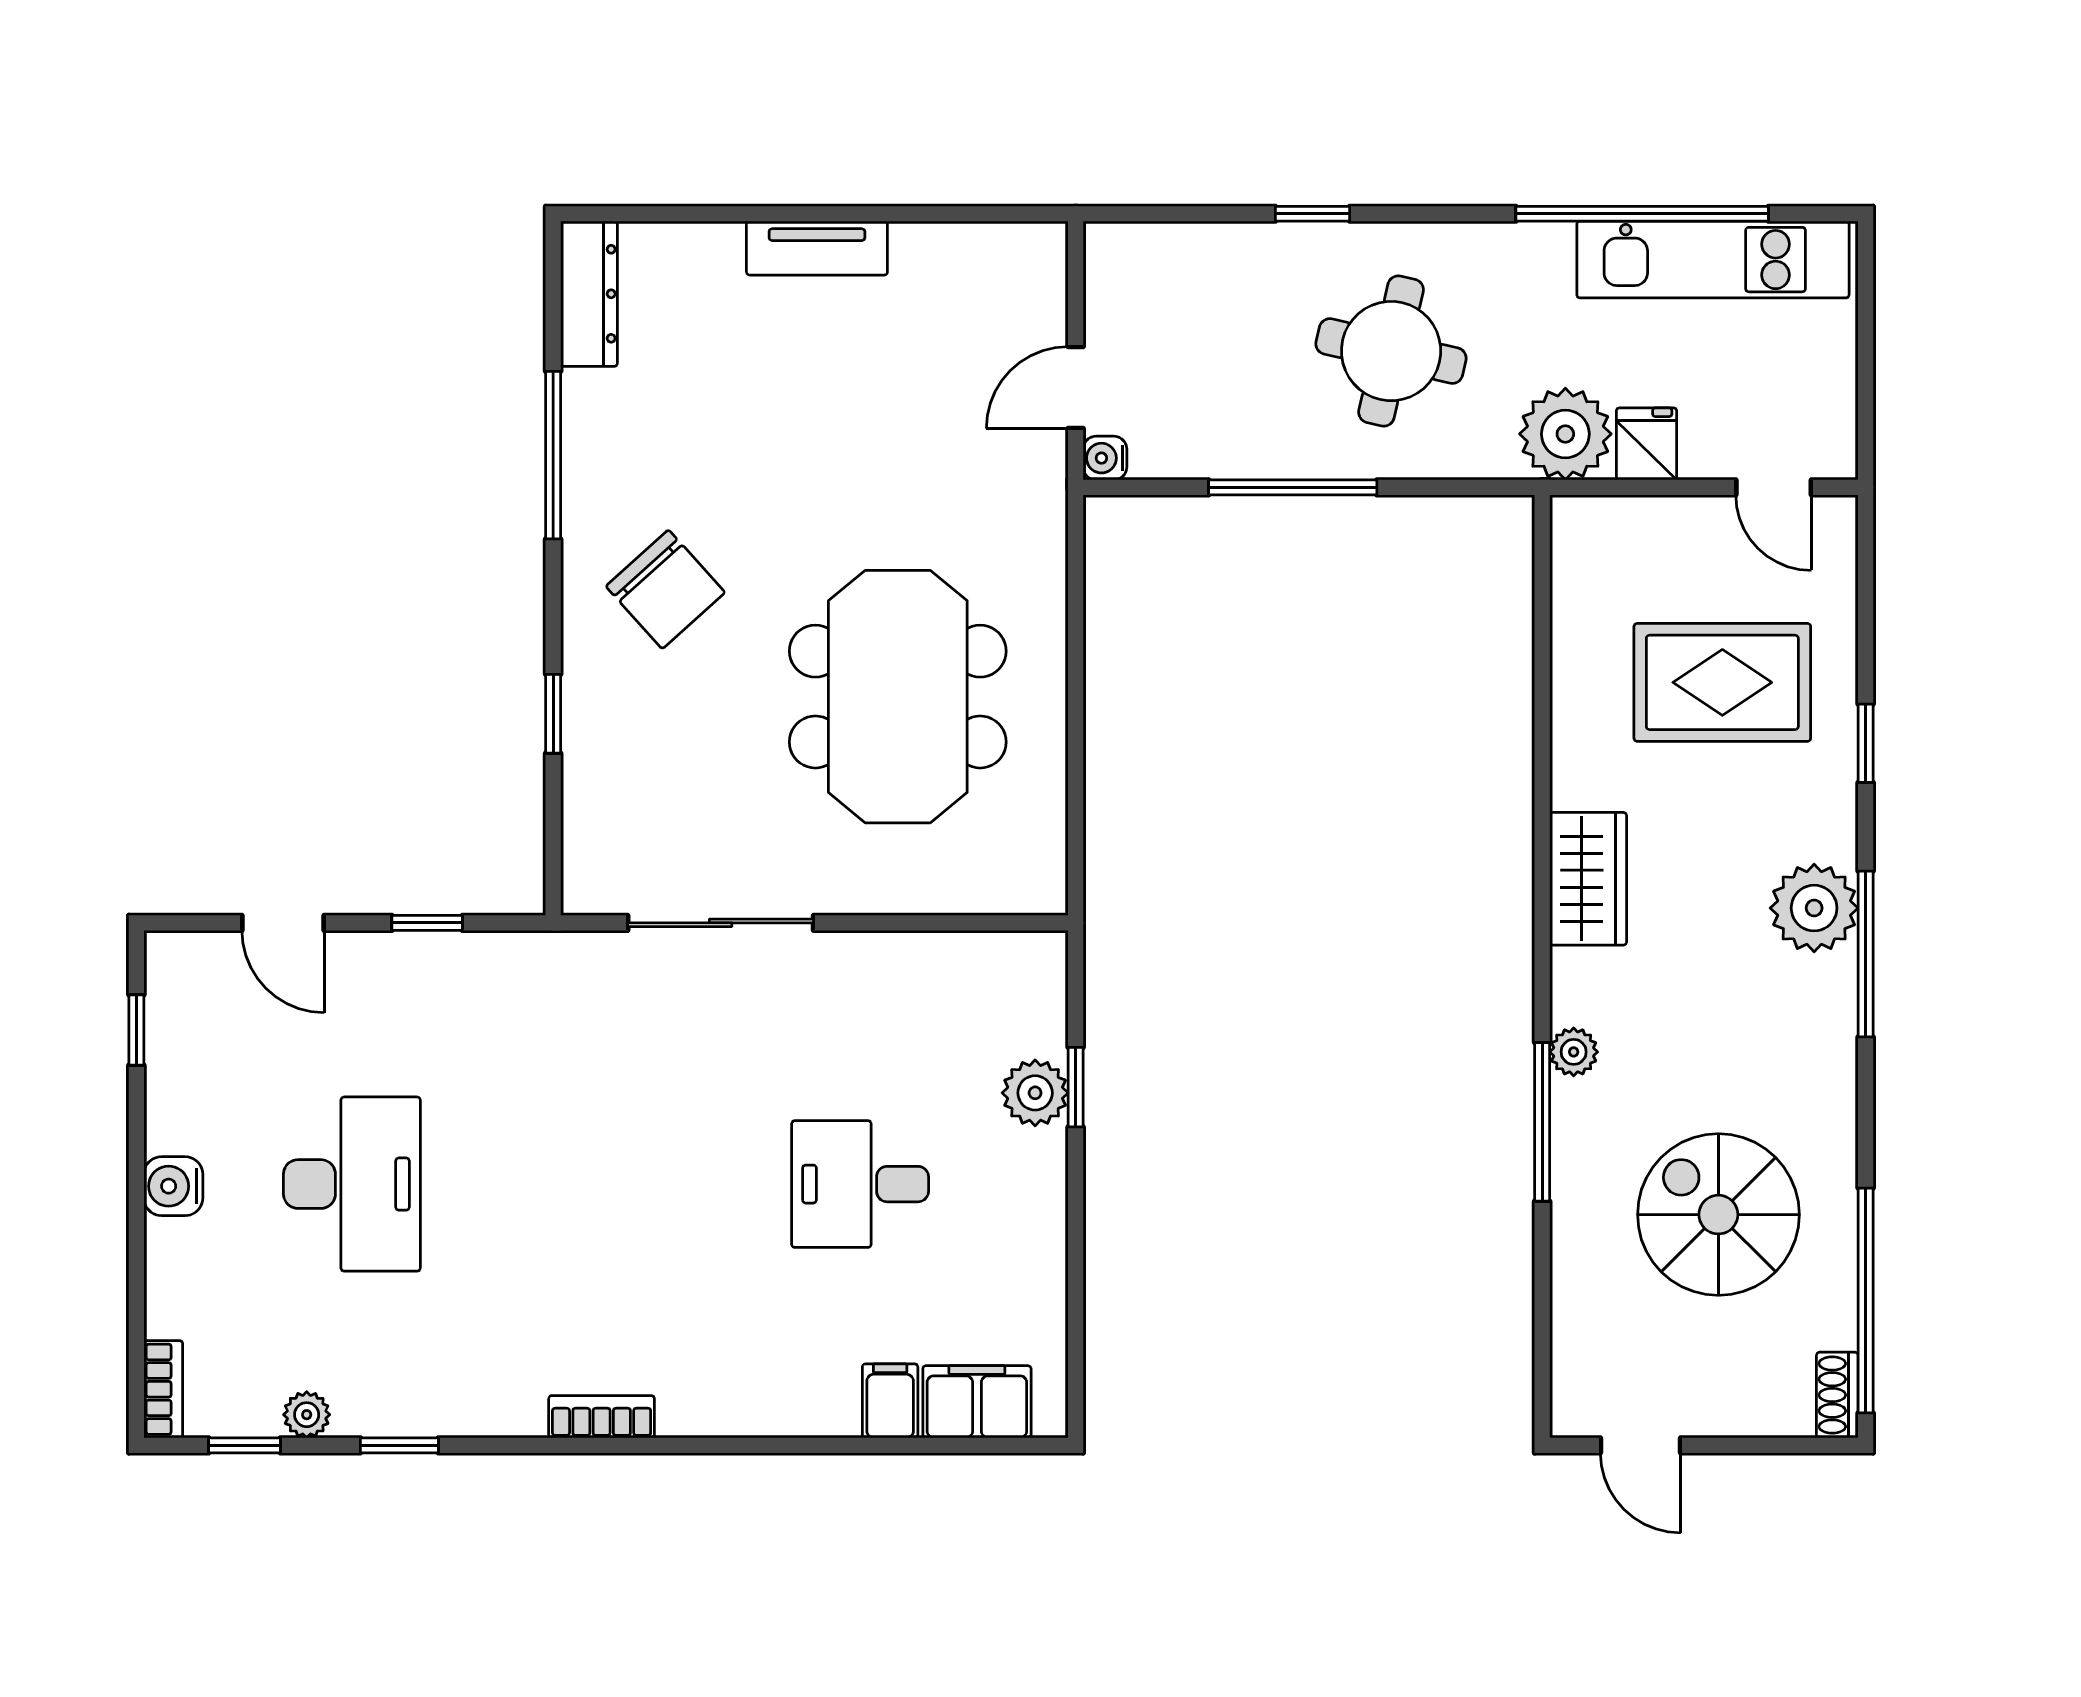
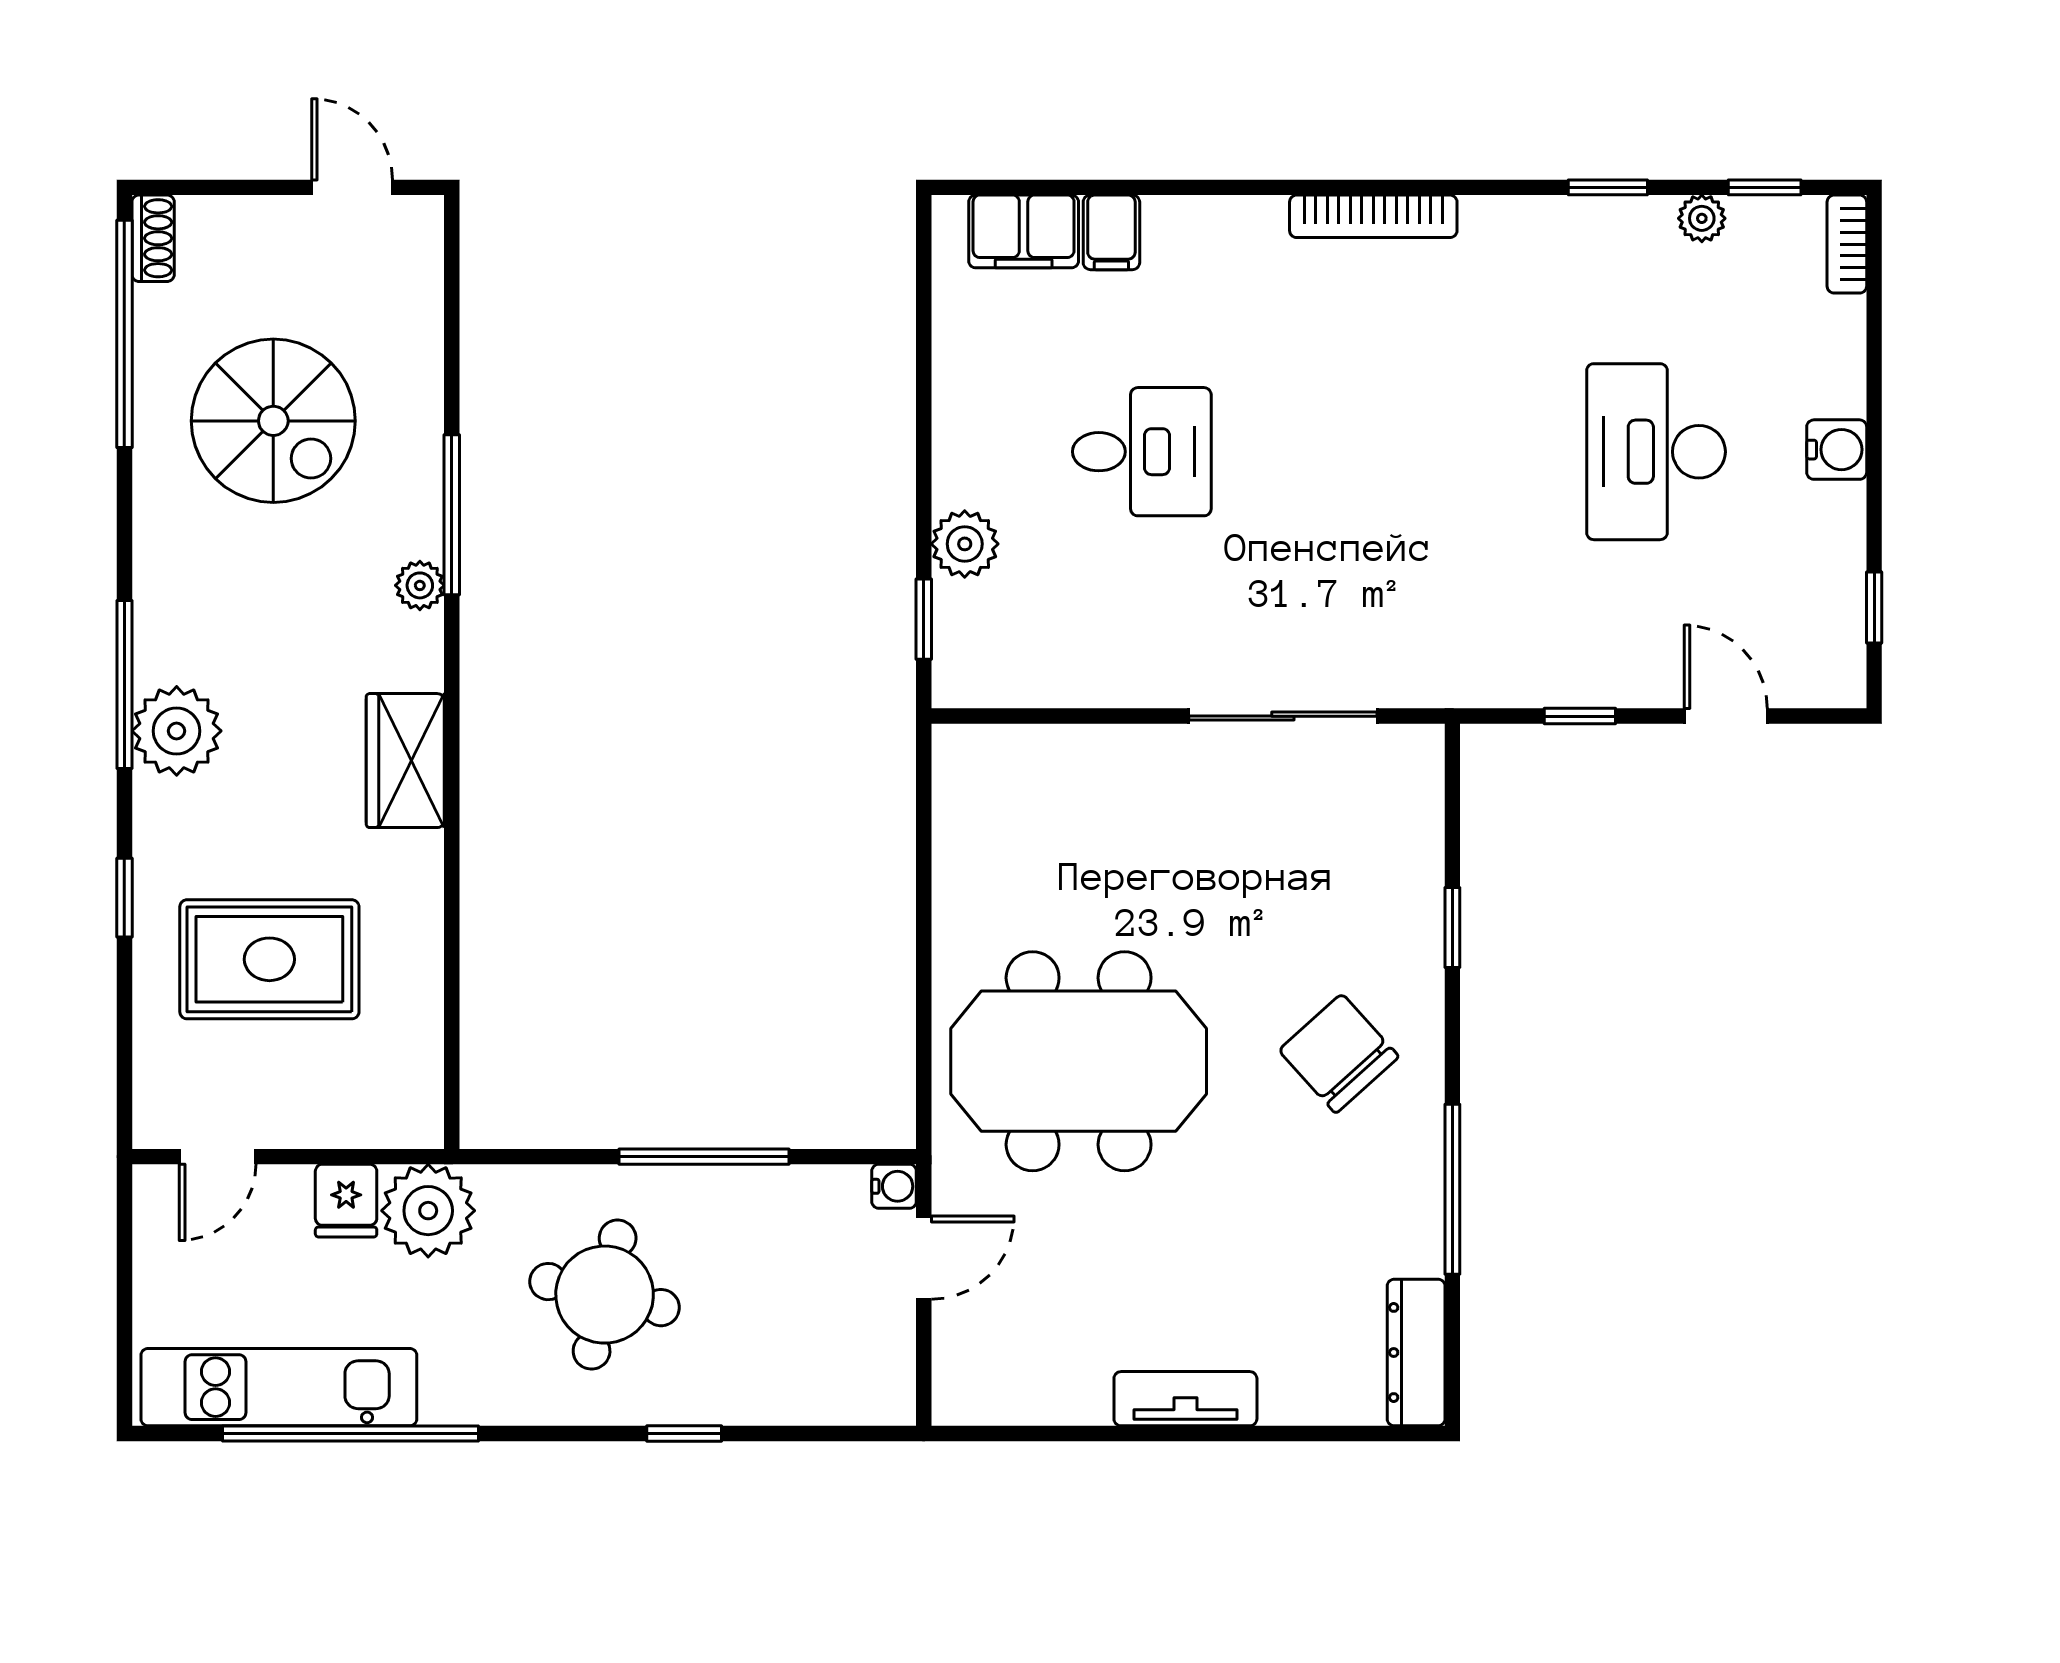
door: (1774, 487) -> (218, 1157), swing flipped
meeting table: (898, 697) -> (1079, 1061), moved, turned 90
window: (1076, 1087) -> (924, 619), moved
bookcase: (602, 1417) -> (1373, 216), width x1.56

